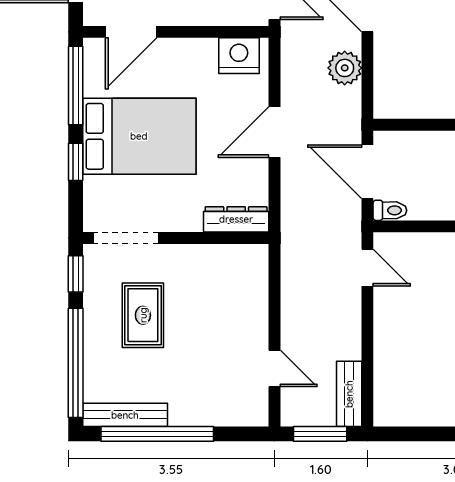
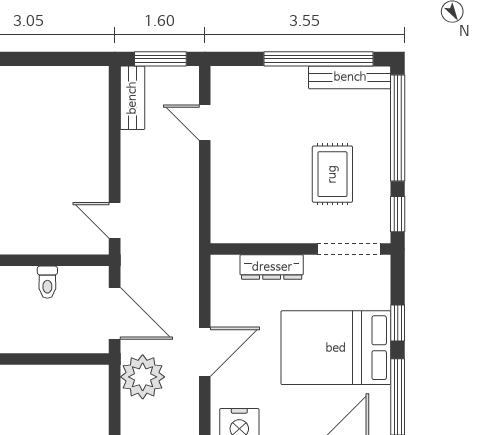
plant: (345, 68) -> (143, 377), moved, width x1.36, depth x1.36
toilet: (390, 210) -> (47, 282), moved, turned -90
dresser: (236, 219) -> (272, 267), moved

